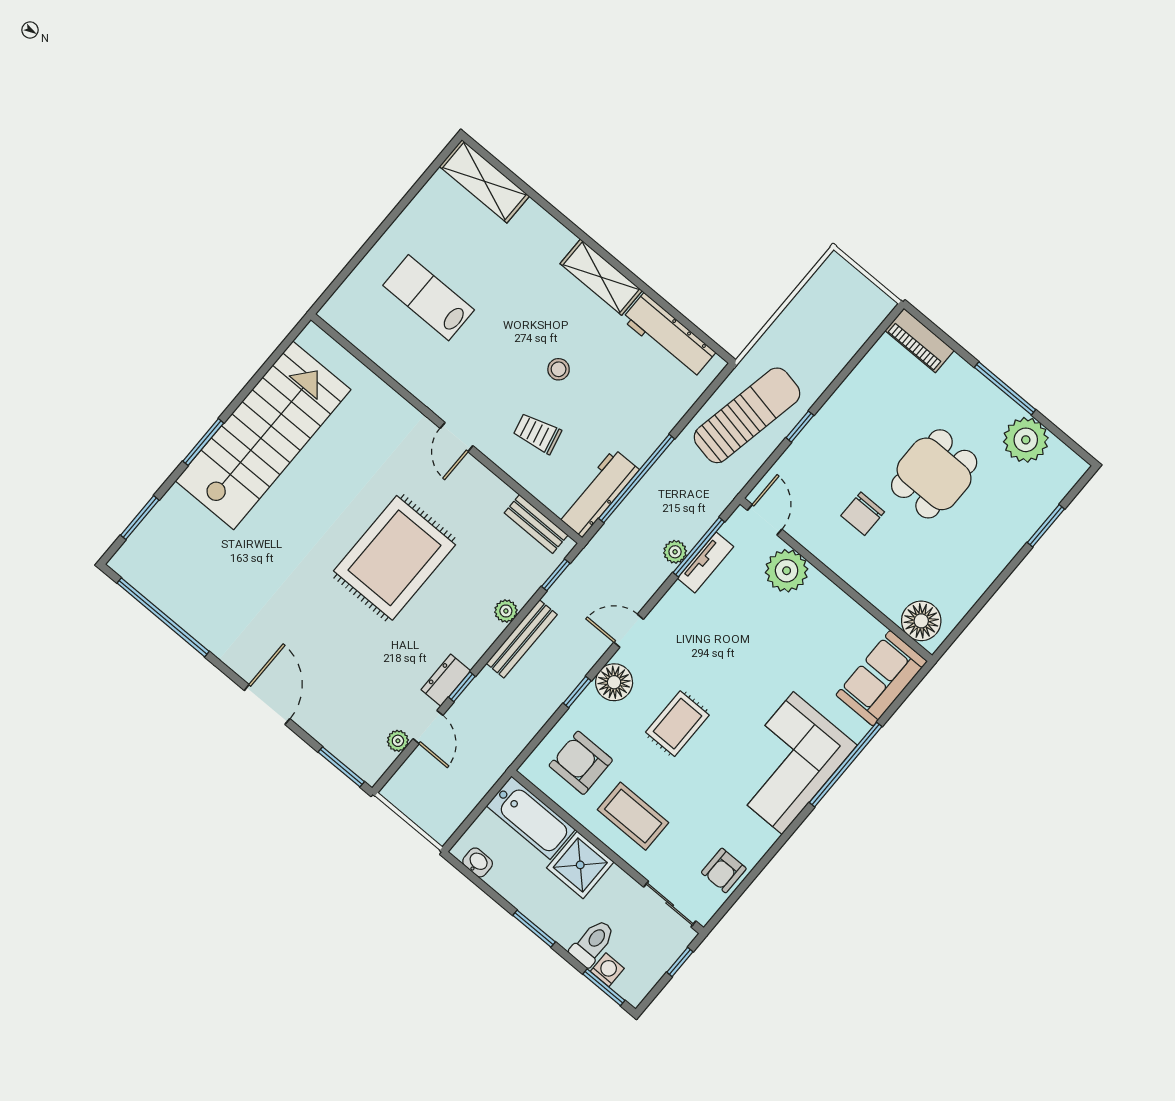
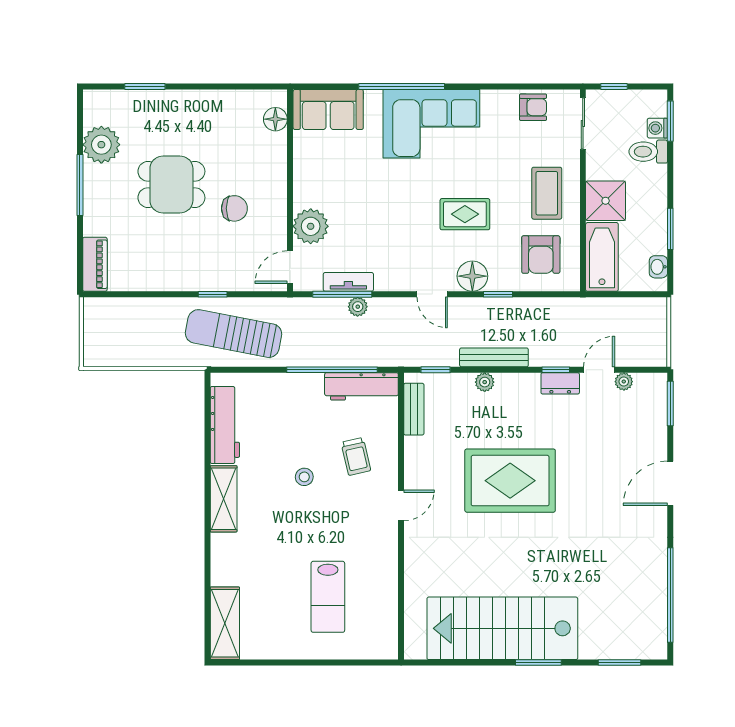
floor lamp: (921, 621) -> (275, 119), width x0.73, depth x0.73
window: (534, 929) -> (670, 229), moved

